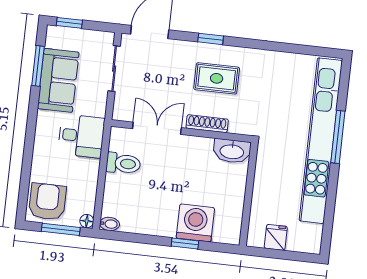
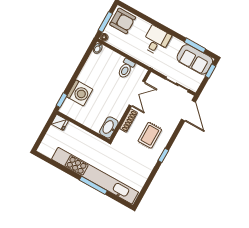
window: (211, 39) -> (163, 155), moved
sofa: (58, 80) -> (195, 59), moved
desk: (81, 136) -> (156, 41), moved, turned 180
fridge: (276, 237) -> (60, 122), moved
window: (185, 243) -> (62, 100), moved

